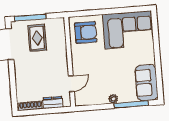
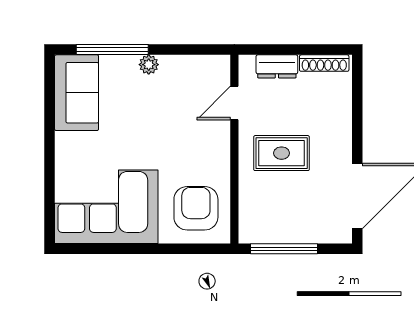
window: (30, 18) -> (284, 249), moved
armchair: (86, 32) -> (196, 208), turned 90
rug: (37, 38) -> (282, 153), moved, turned 90

